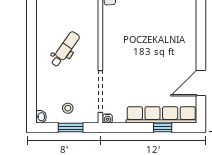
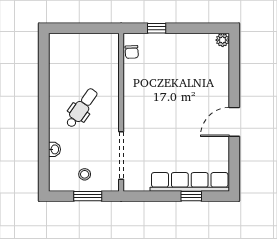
door: (201, 83) -> (234, 122), moved
washbasin: (41, 117) -> (54, 149), moved
water cooler: (108, 119) -> (129, 186), removed

